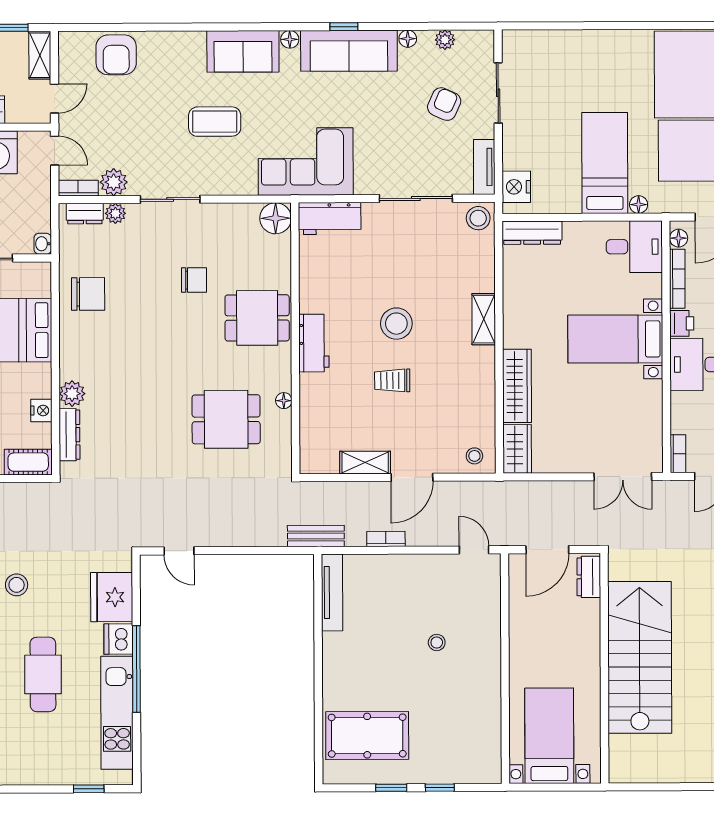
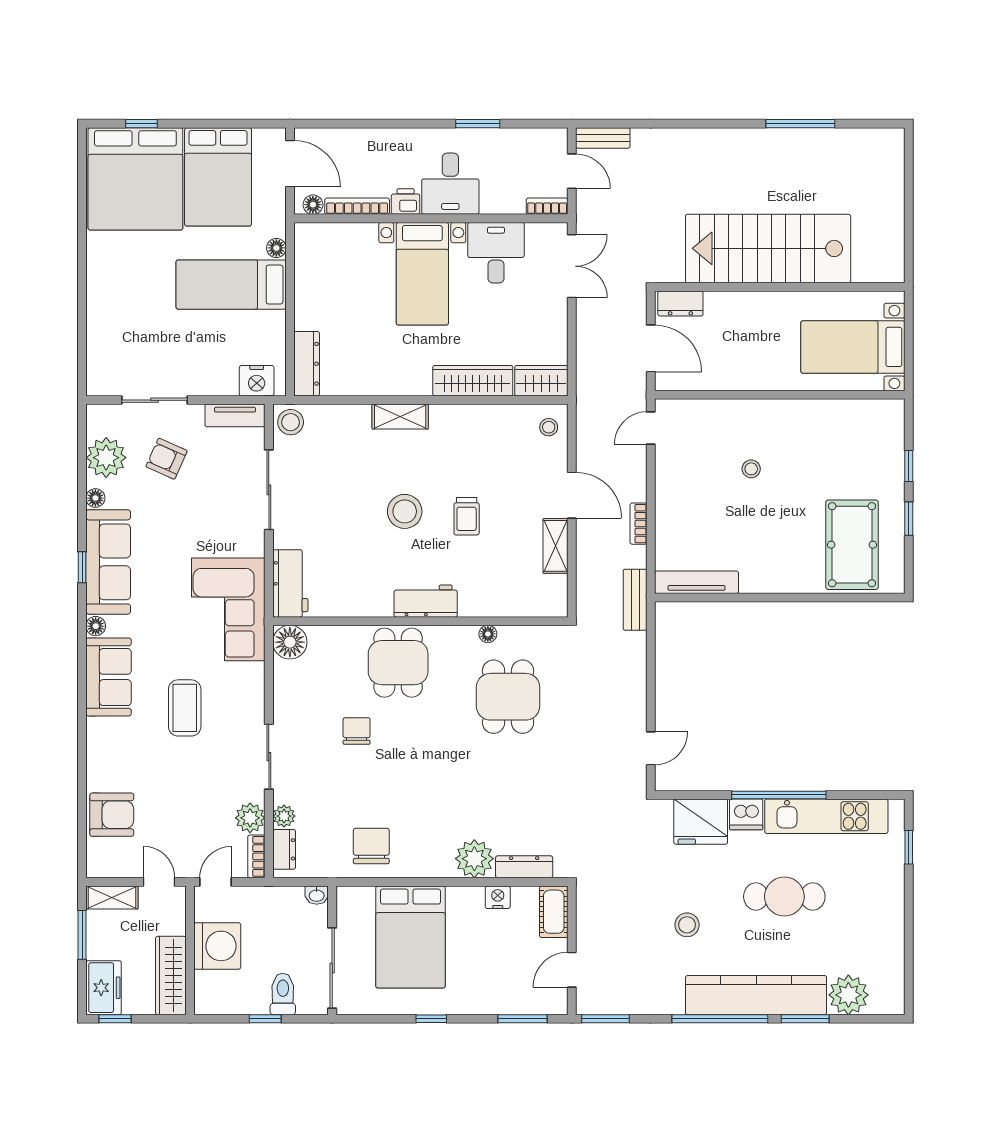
plant: (445, 40) -> (106, 458), width x1.87, depth x1.87
desk: (634, 247) -> (496, 253), moved
plant: (72, 394) -> (474, 859), width x1.36, depth x1.36

